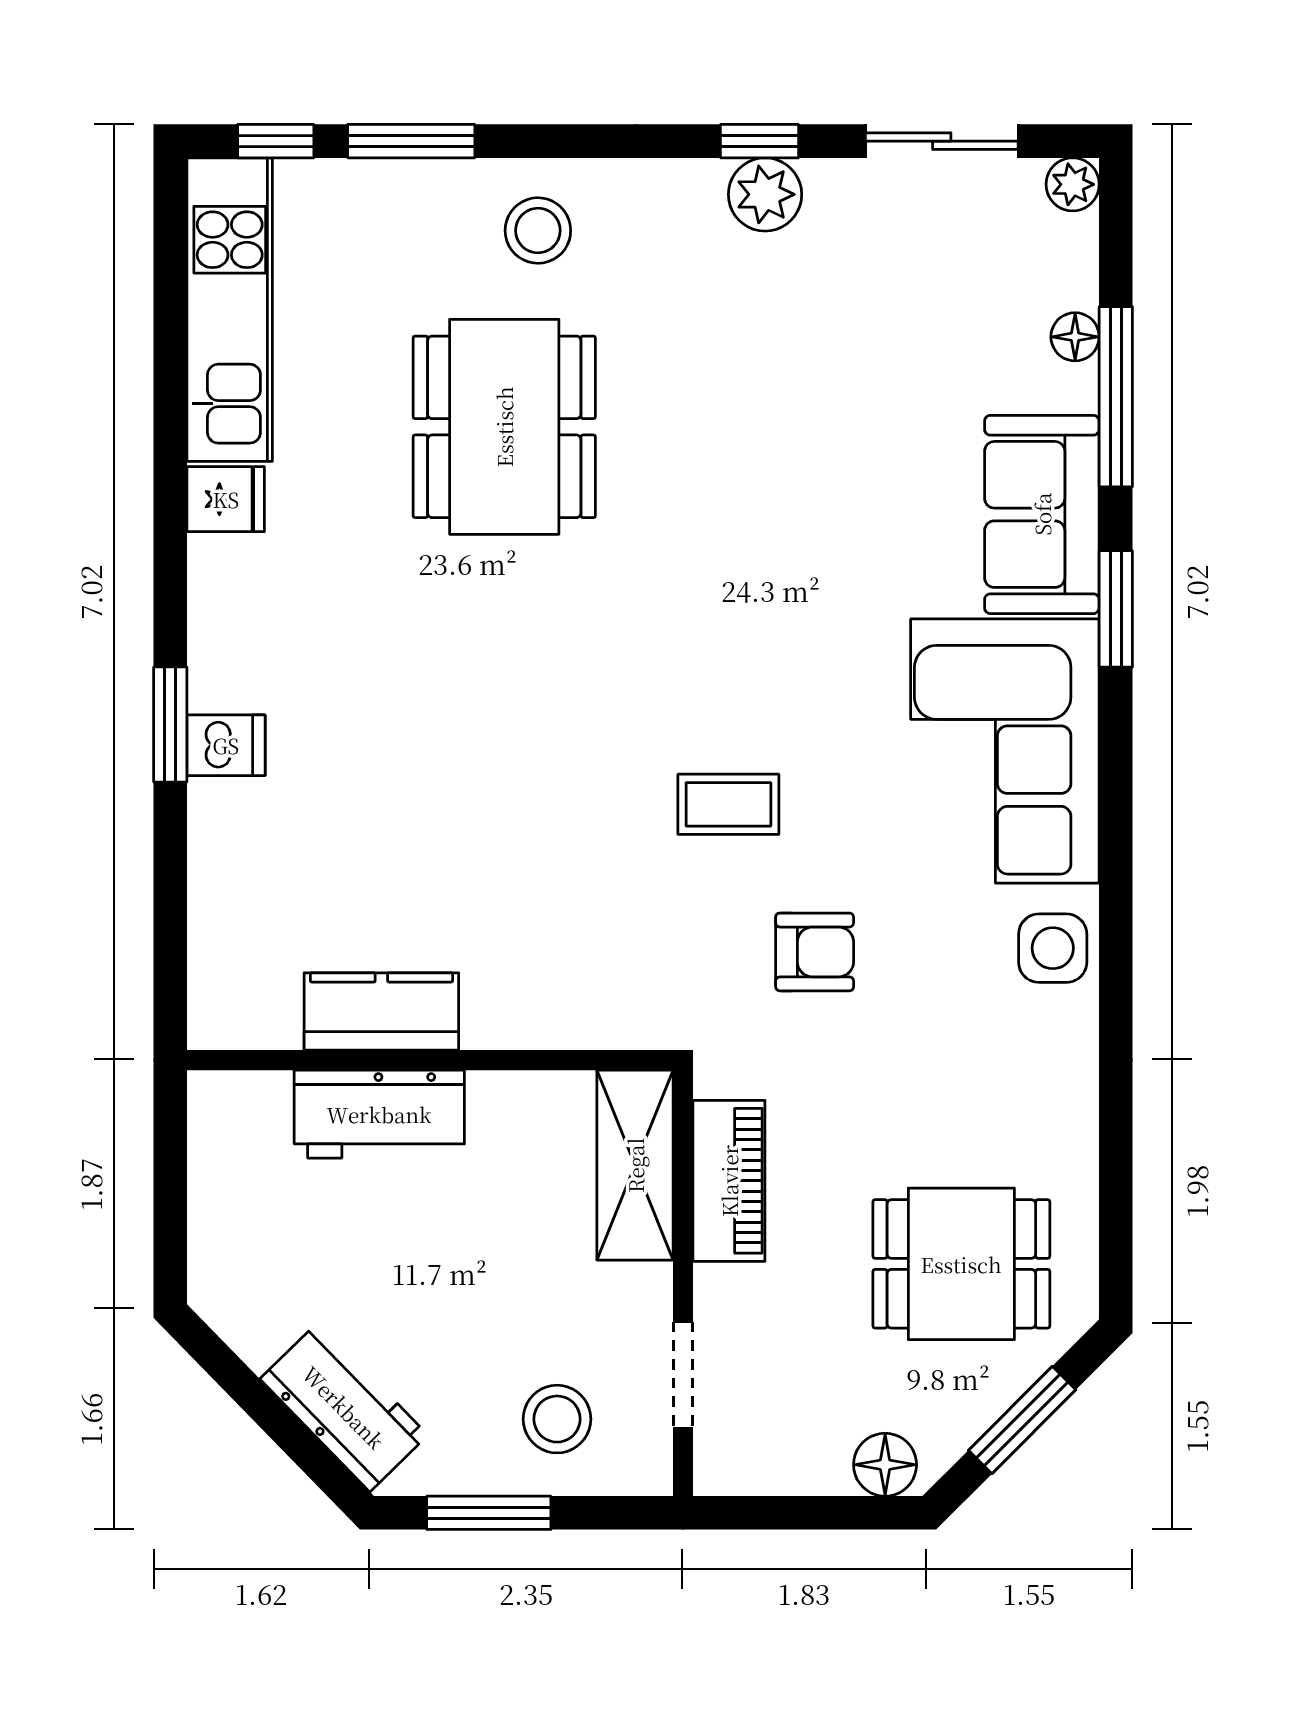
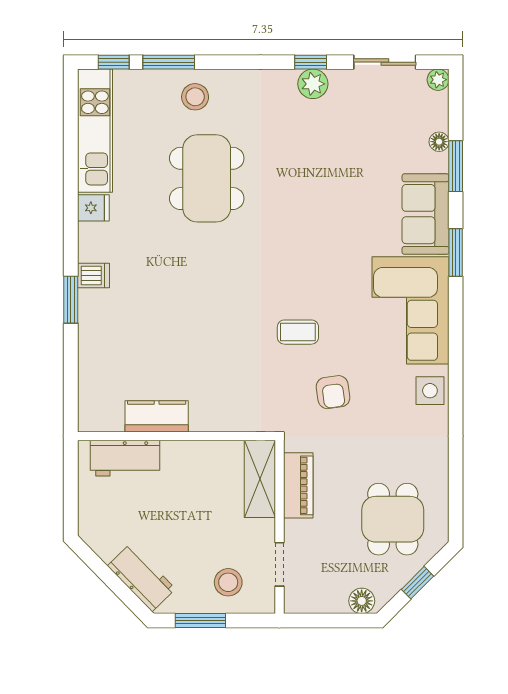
stool: (538, 231) -> (195, 97), moved
window: (1116, 397) -> (456, 166), width x0.69
dishwasher: (226, 745) -> (93, 276), moved
armchair: (815, 952) -> (333, 392), turned 82
workbench: (379, 1114) -> (125, 458), moved
dining table: (961, 1264) -> (393, 519), turned 90
window: (1022, 1420) -> (417, 583), width x0.67

